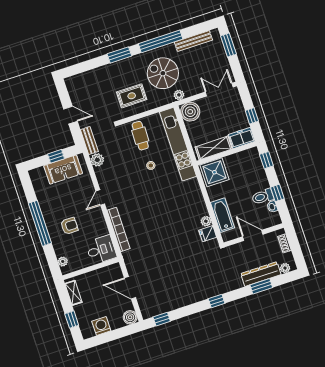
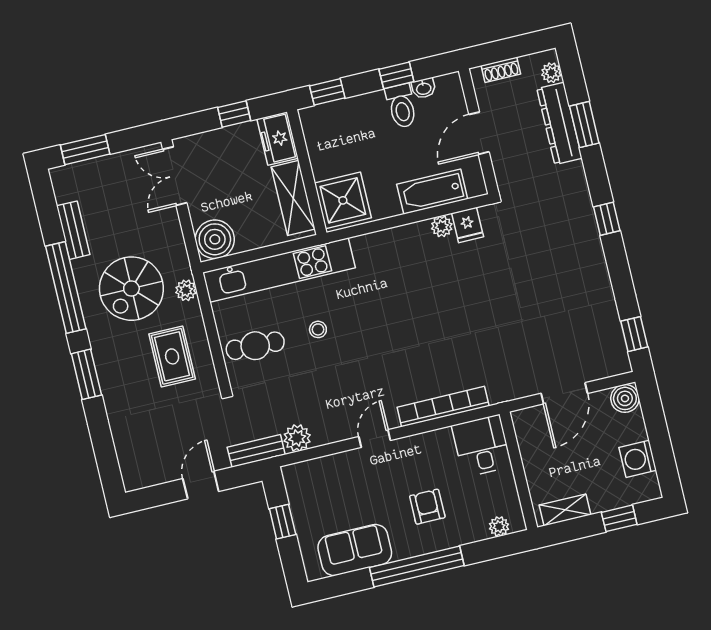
bench: (193, 41) -> (73, 230), width x0.73
plant: (179, 95) -> (186, 290), moved
sofa: (63, 170) -> (355, 550), moved, turned -90
door: (100, 197) -> (375, 439), swing flipped

